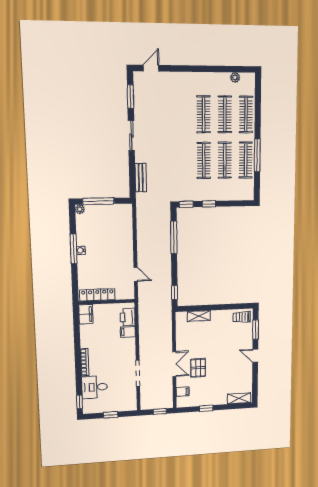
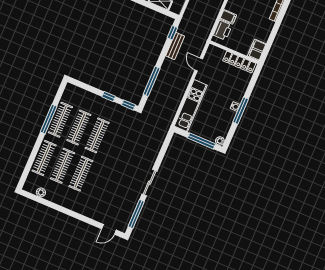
window: (130, 97) -> (136, 214), width x1.44
bench: (141, 178) -> (175, 46), moved
kitchen unit: (125, 231) -> (191, 106), added

